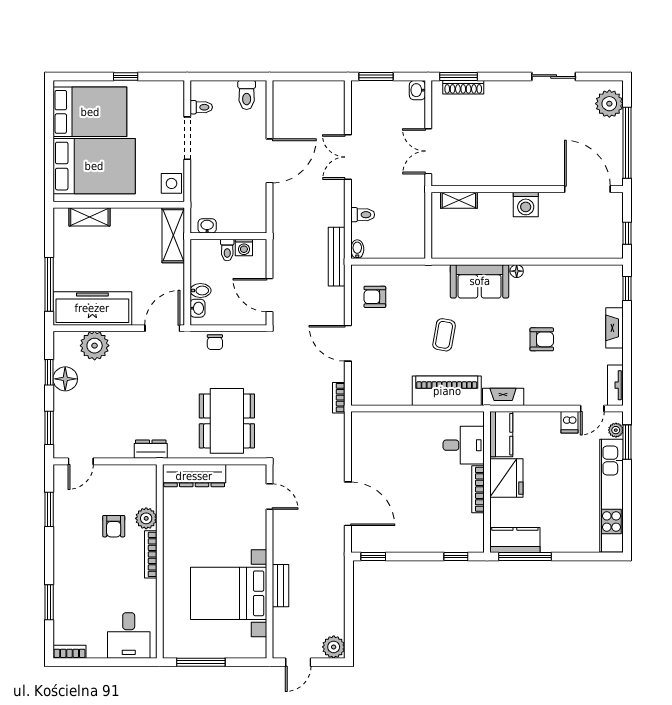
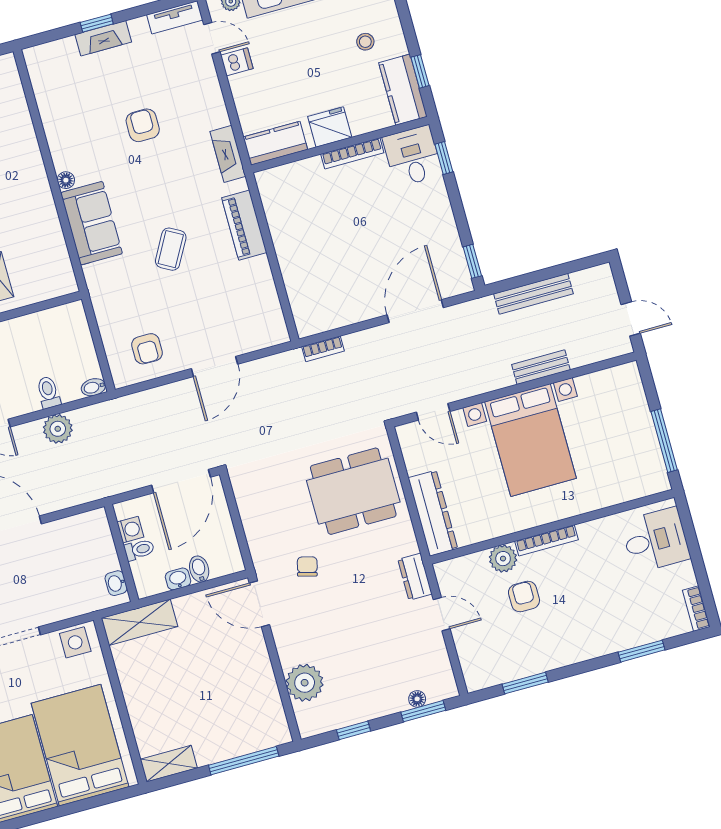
shelving: (89, 217) -> (169, 764), moved, turned 90
bench: (337, 257) -> (533, 294), moved
window: (627, 288) -> (97, 23), moved
door: (270, 295) -> (181, 481), width x1.36
freezer: (92, 308) -> (259, 698), removed
washbasin: (198, 308) -> (178, 579), moved
coffee table: (444, 335) -> (171, 249), turned -71
chair: (215, 342) -> (307, 566), moved, turned -75
floor lamp: (65, 379) -> (417, 699), moved, width x0.53, depth x0.53
piano: (447, 391) -> (244, 225), width x0.73, depth x0.75
bookcase: (339, 398) -> (323, 349), moved
desk: (464, 445) -> (412, 156), moved
door: (81, 461) -> (442, 614), moved
fridge: (506, 478) -> (330, 127), width x0.73, depth x0.75
door: (270, 497) -> (433, 412), swing flipped
stool: (558, 522) -> (365, 42), added
armchair: (114, 526) -> (524, 597), turned -90
window: (525, 556) -> (420, 71), width x0.46
bed with nightstands: (229, 593) -> (530, 440), moved
plant: (334, 647) -> (58, 429), moved

